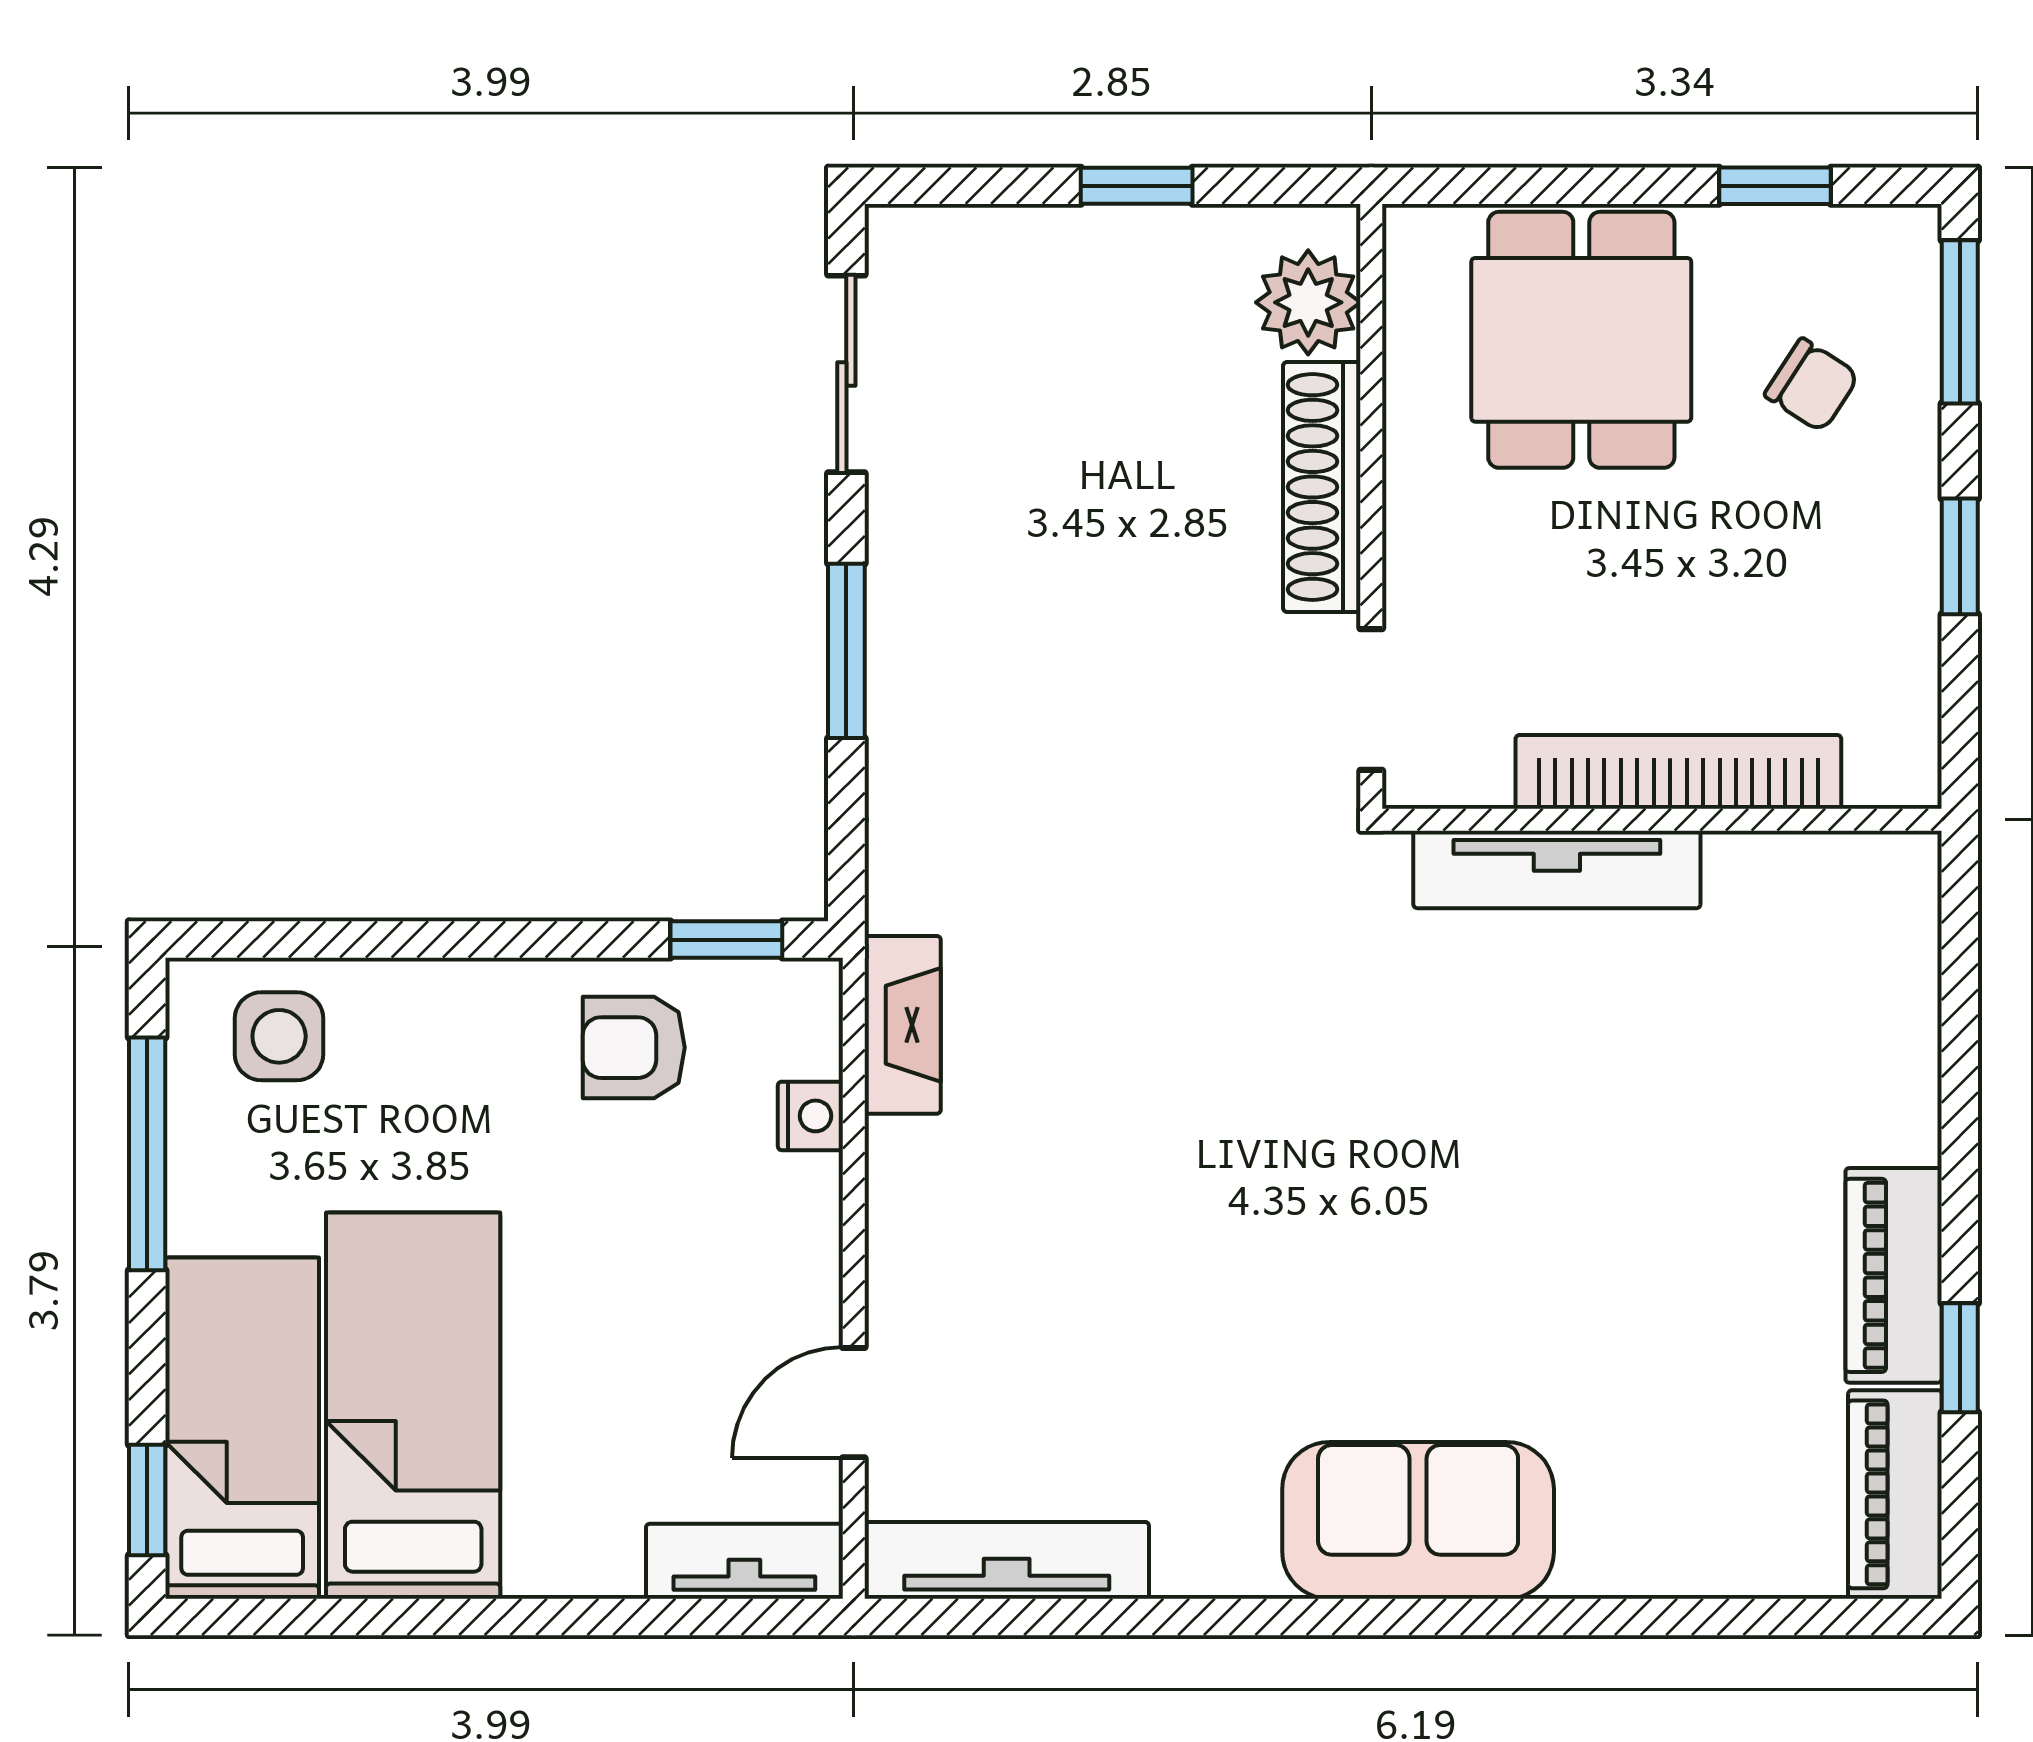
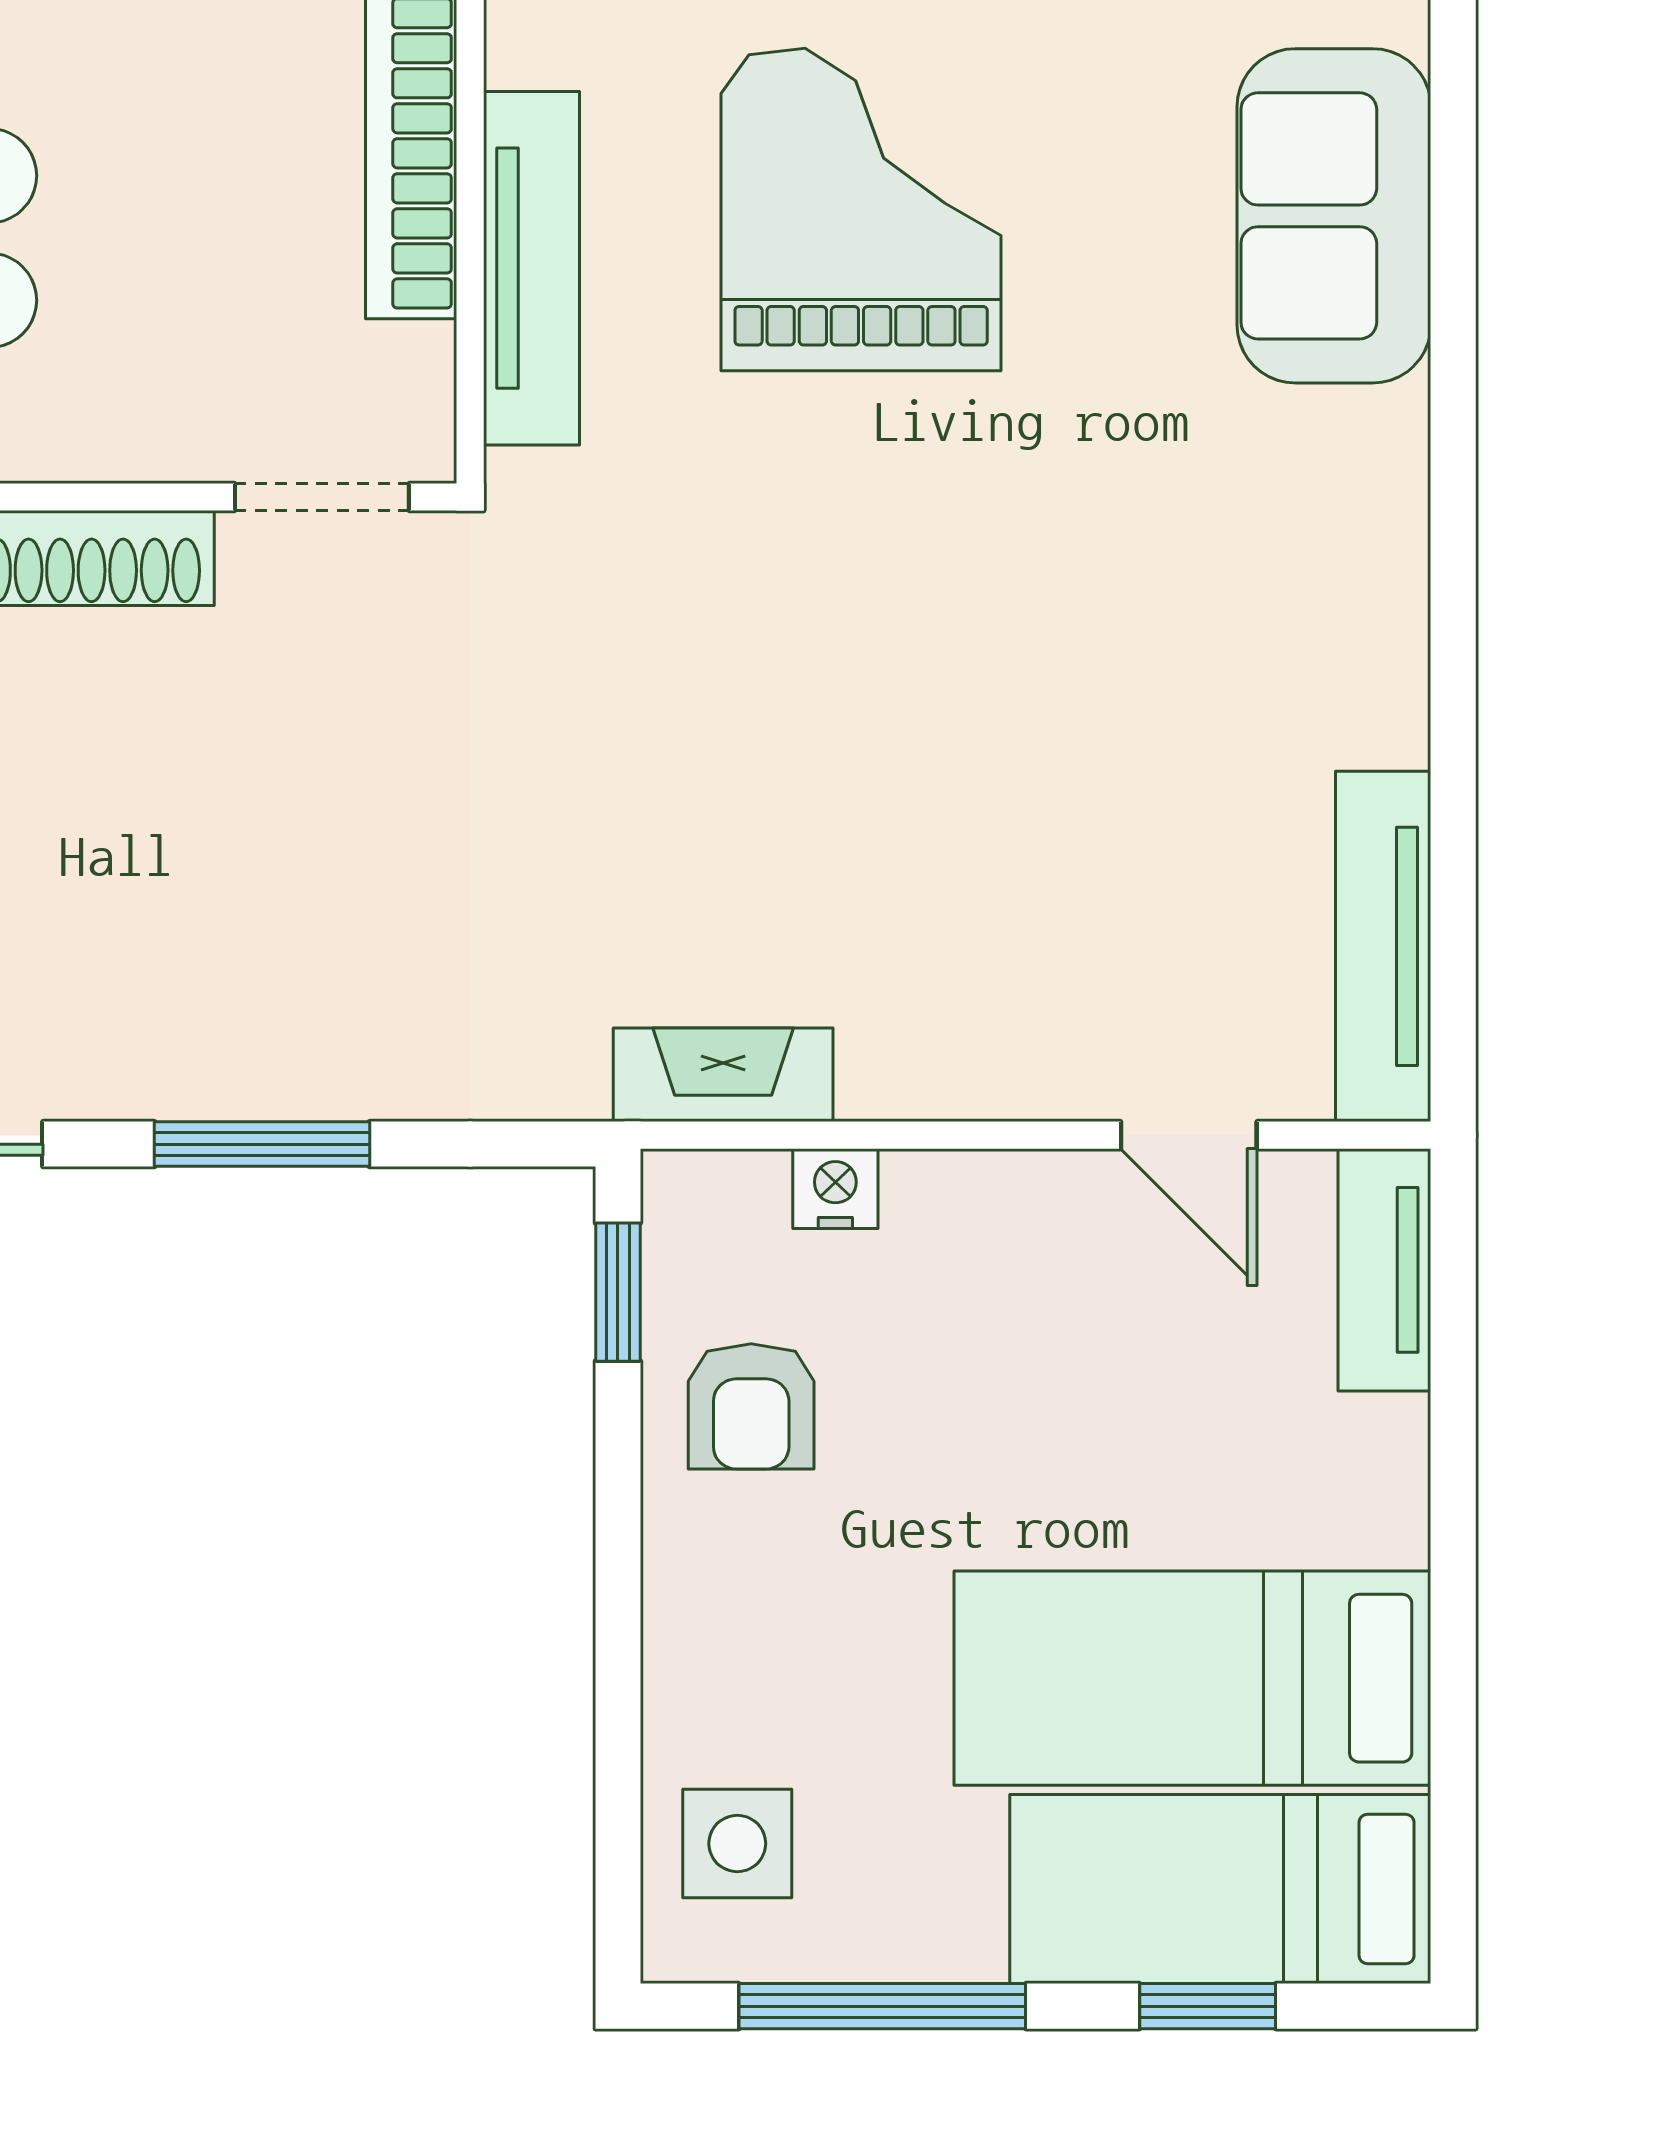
grand piano: (1604, 1137) -> (861, 210), added
window: (147, 1500) -> (1208, 2006), moved
sofa: (1418, 1520) -> (1334, 216), moved

